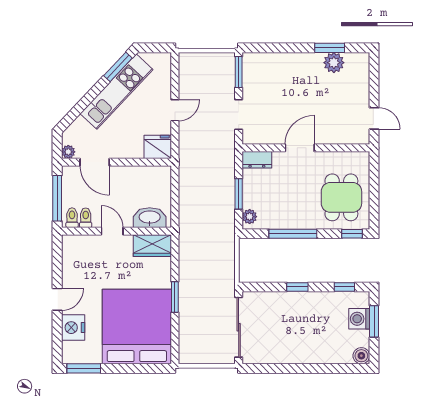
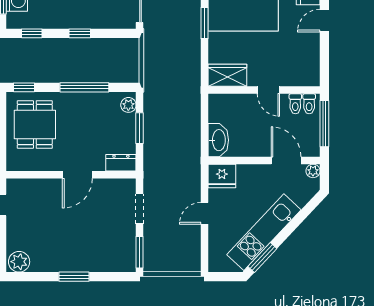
window: (330, 48) -> (74, 277), moved
plant: (334, 63) -> (19, 262), moved
washbasin: (150, 218) -> (218, 140), moved, turned -90

